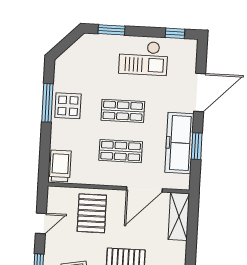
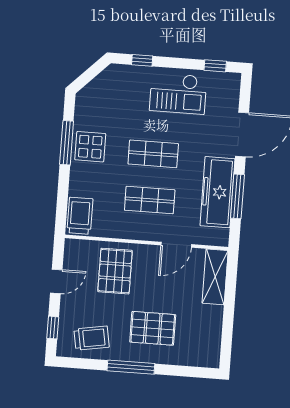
window: (112, 30) -> (142, 60), width x0.67
window: (197, 146) -> (237, 196), width x1.44
door: (144, 189) -> (176, 245), width x0.73

